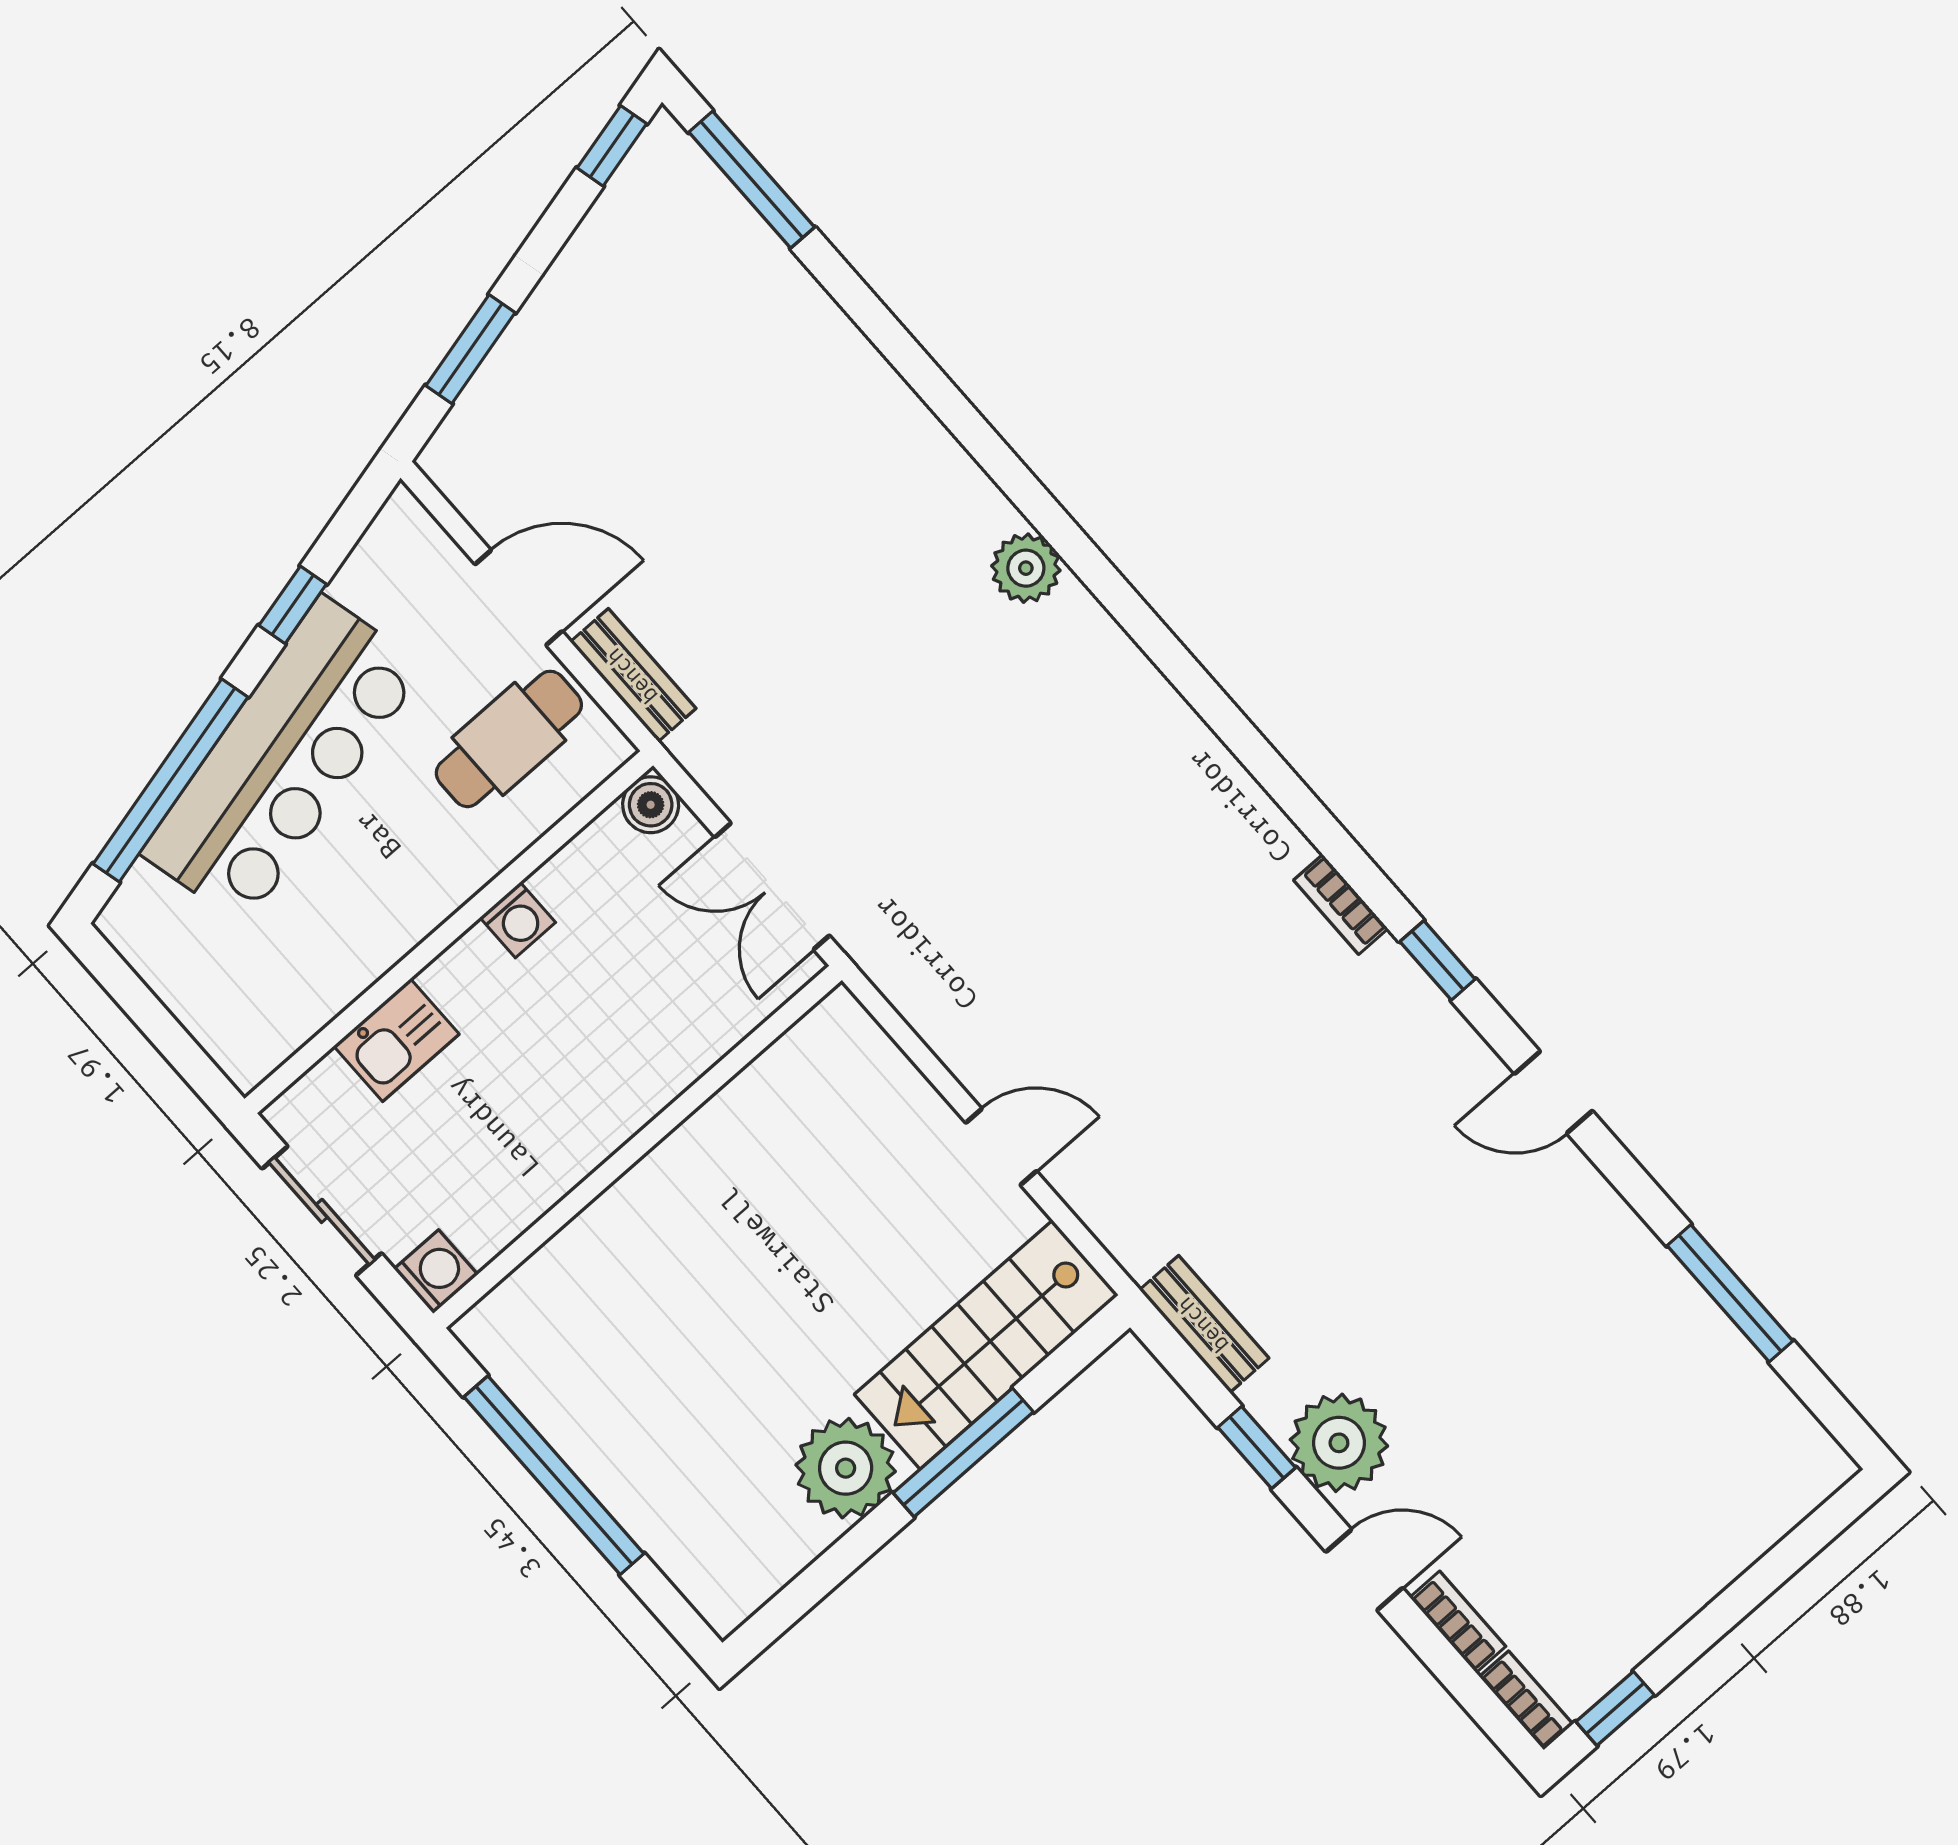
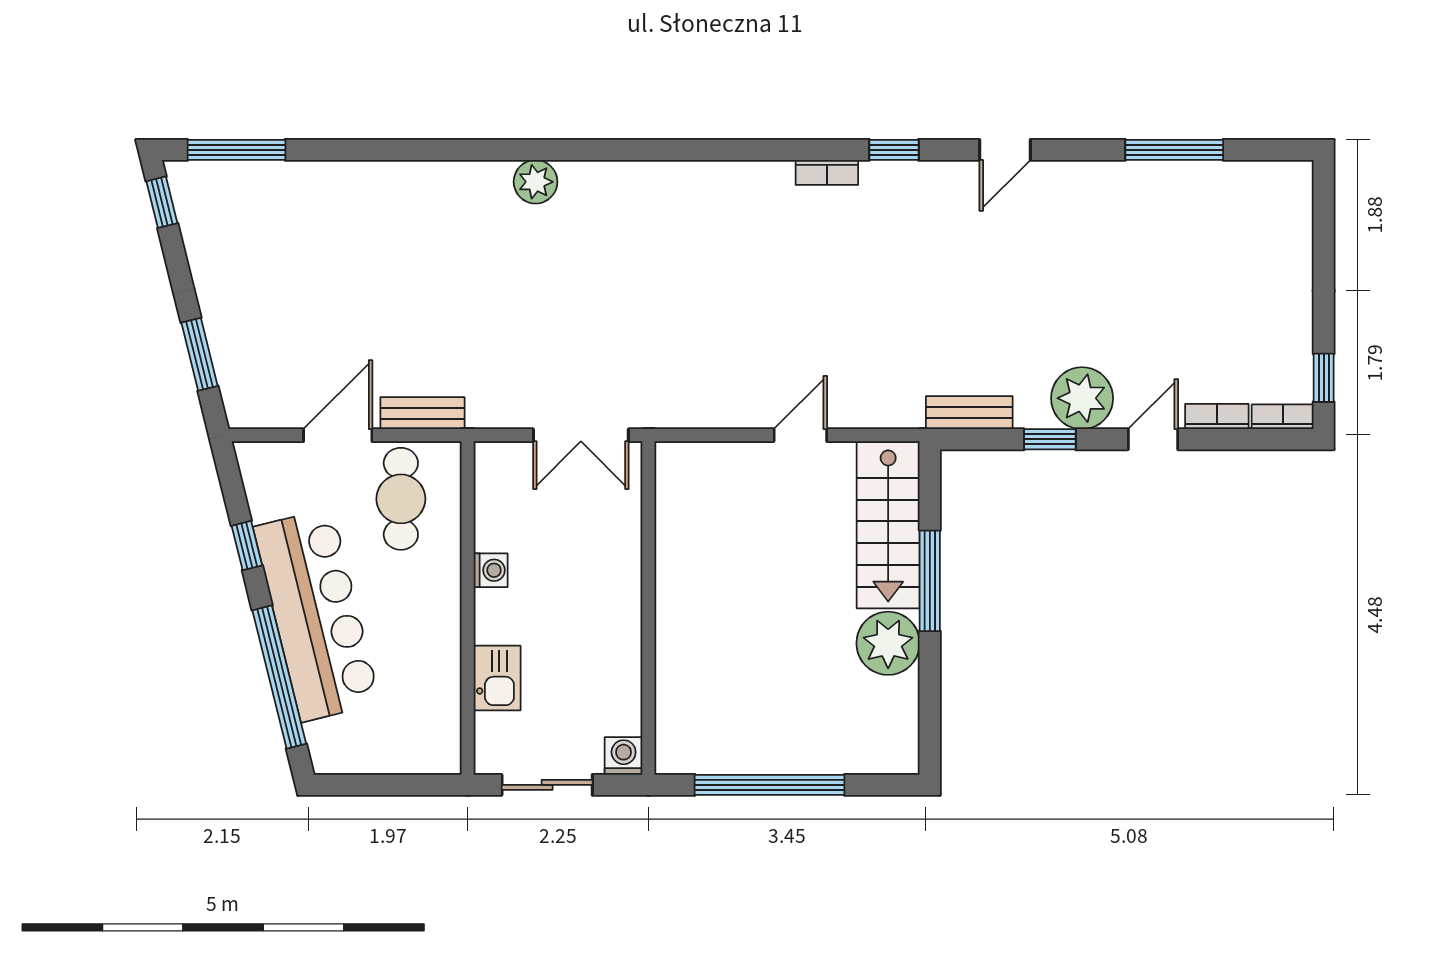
boiler: (651, 805) -> (491, 459), removed

